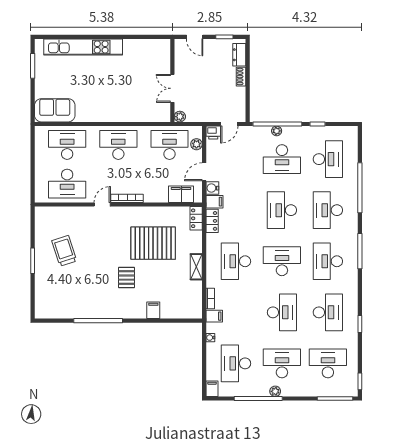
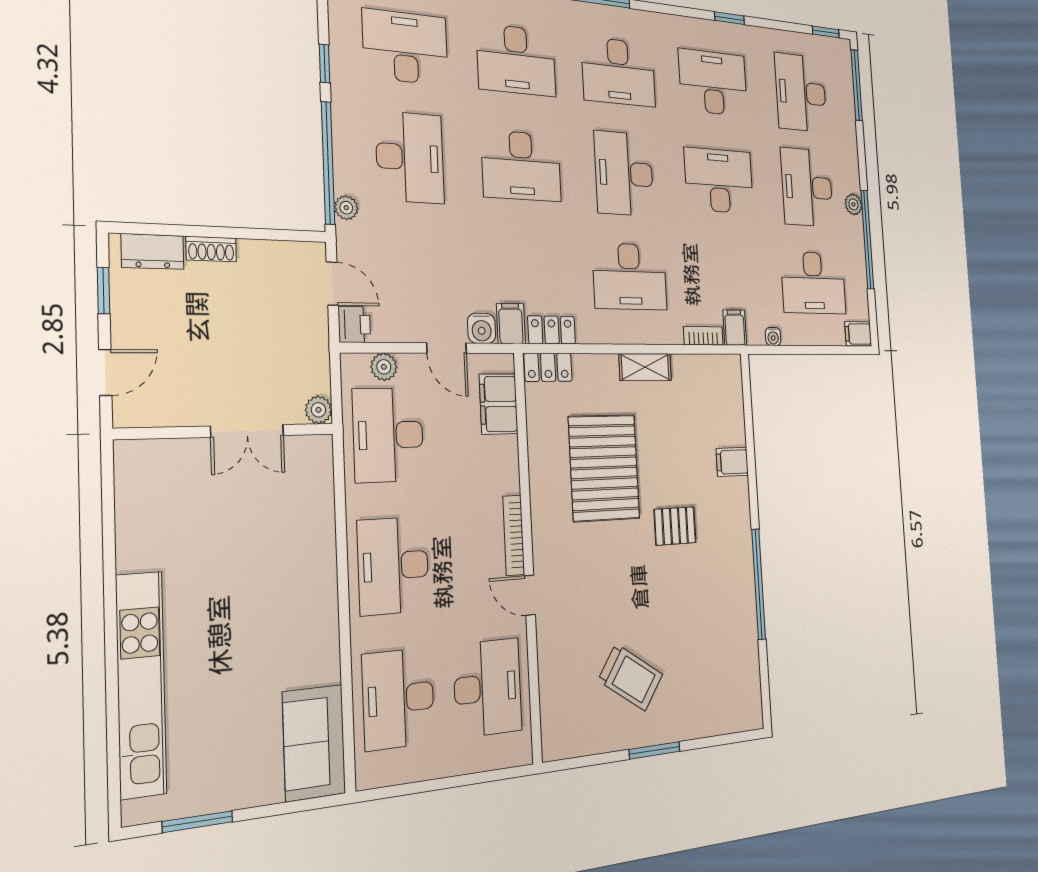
plant: (277, 131) -> (346, 208), moved
trolley: (64, 251) -> (631, 677), turned -128

